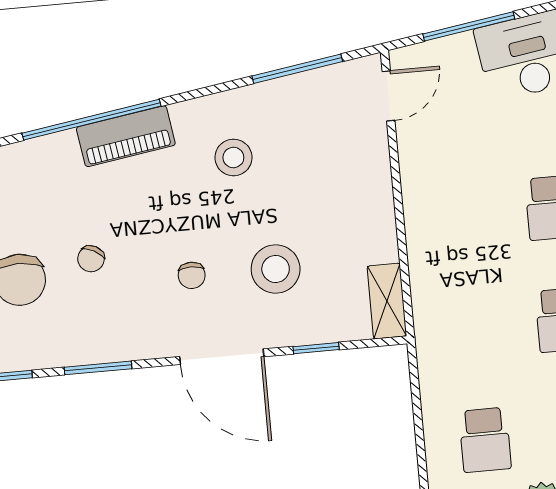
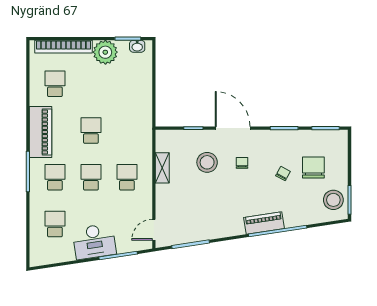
stool: (233, 157) -> (220, 210), removed
shelving: (387, 301) -> (162, 168), moved
school desk: (485, 440) -> (127, 177), moved

